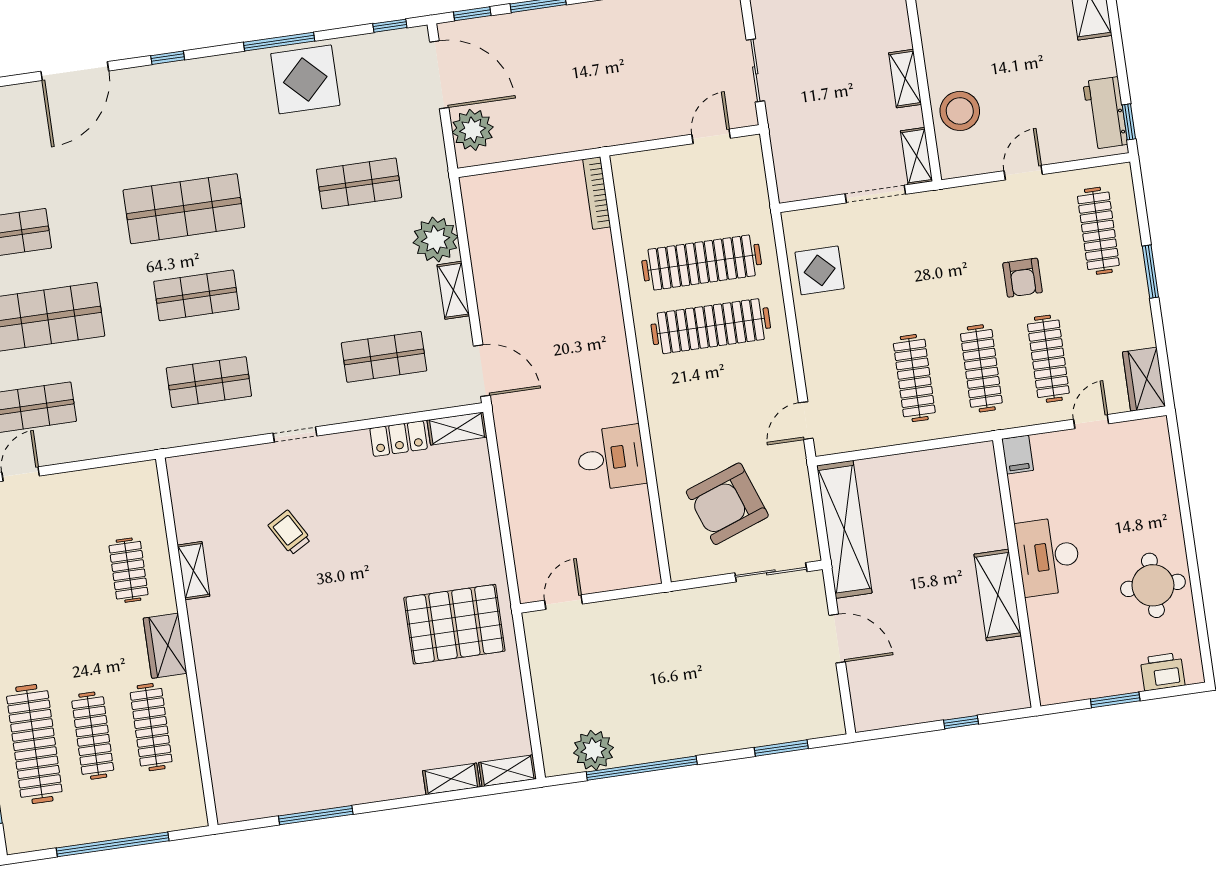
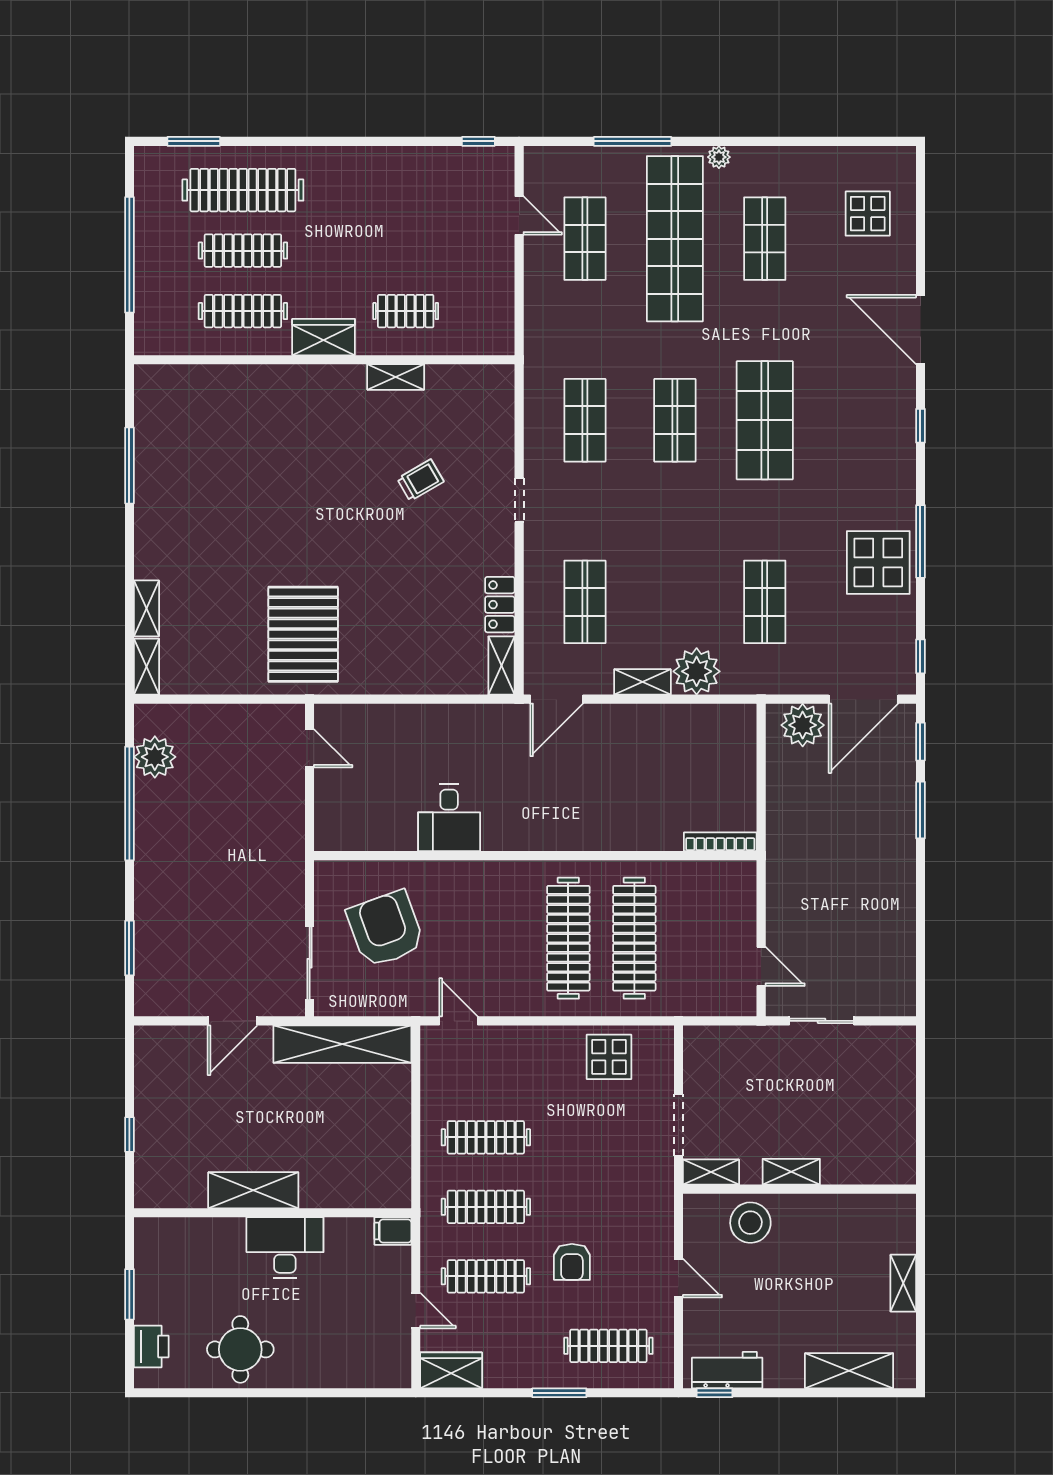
armchair: (1023, 278) -> (572, 1262), turned -90

